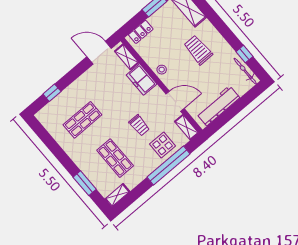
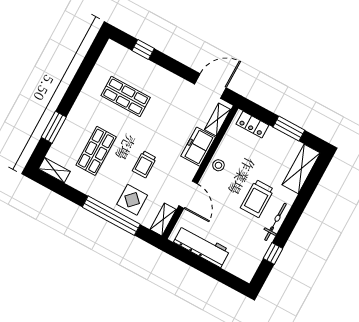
trolley: (198, 50) -> (257, 199), turned 180
door: (99, 53) -> (210, 86), hinge flipped
bicycle: (245, 71) -> (275, 222), moved

